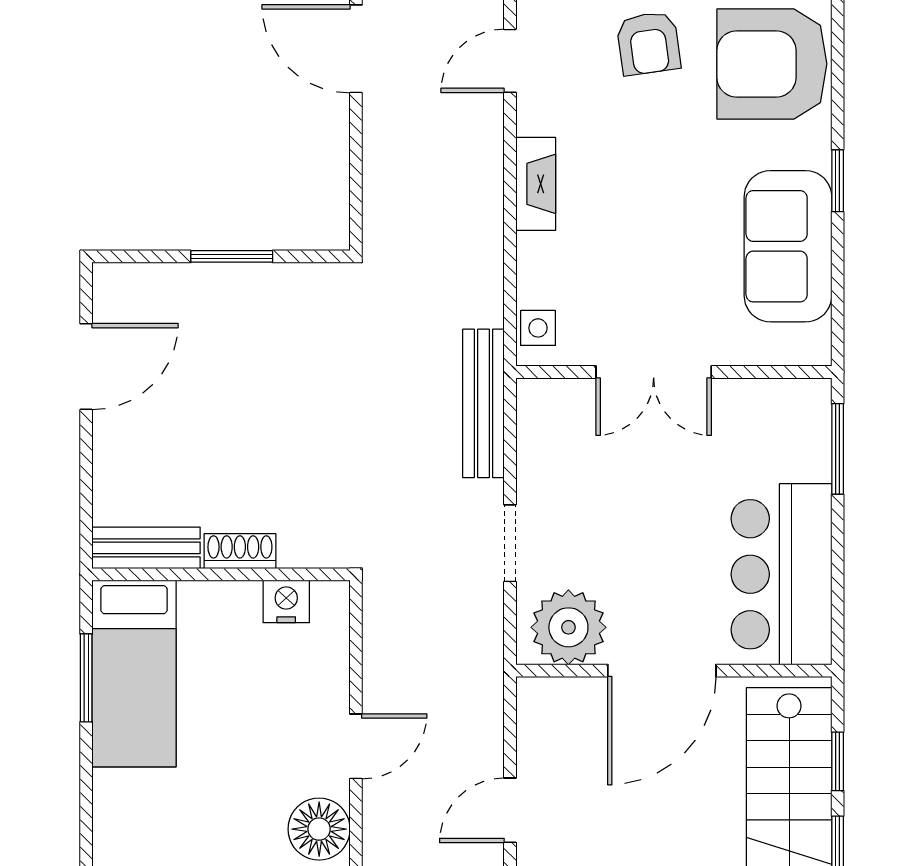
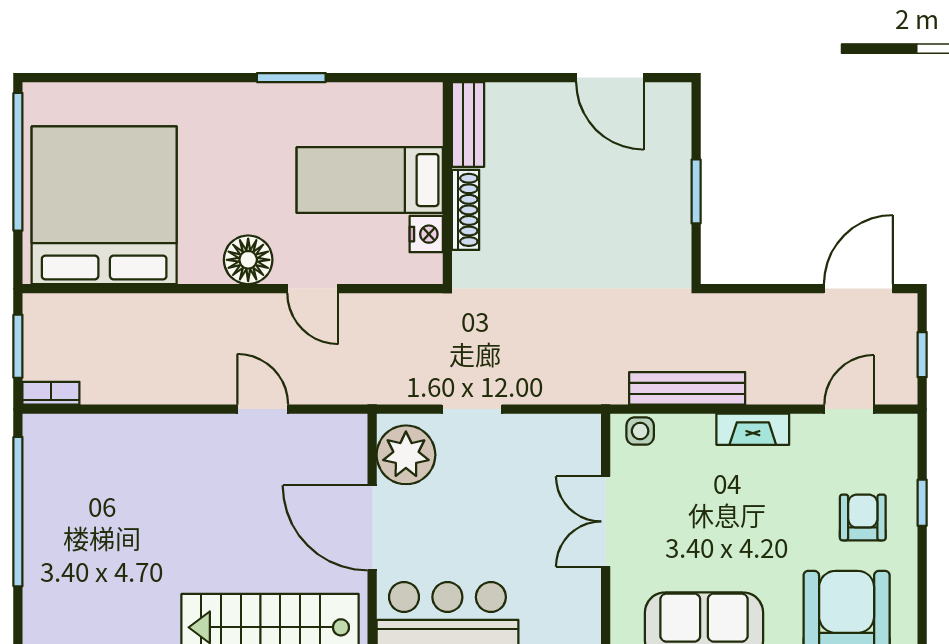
armchair: (648, 43) -> (863, 517), turned 98
door: (510, 61) -> (849, 409), hinge flipped
bench: (483, 403) -> (687, 388), moved
shoe rack: (240, 551) -> (466, 210), width x1.43
bed: (134, 674) -> (370, 180), moved
window: (86, 678) -> (291, 78), moved

